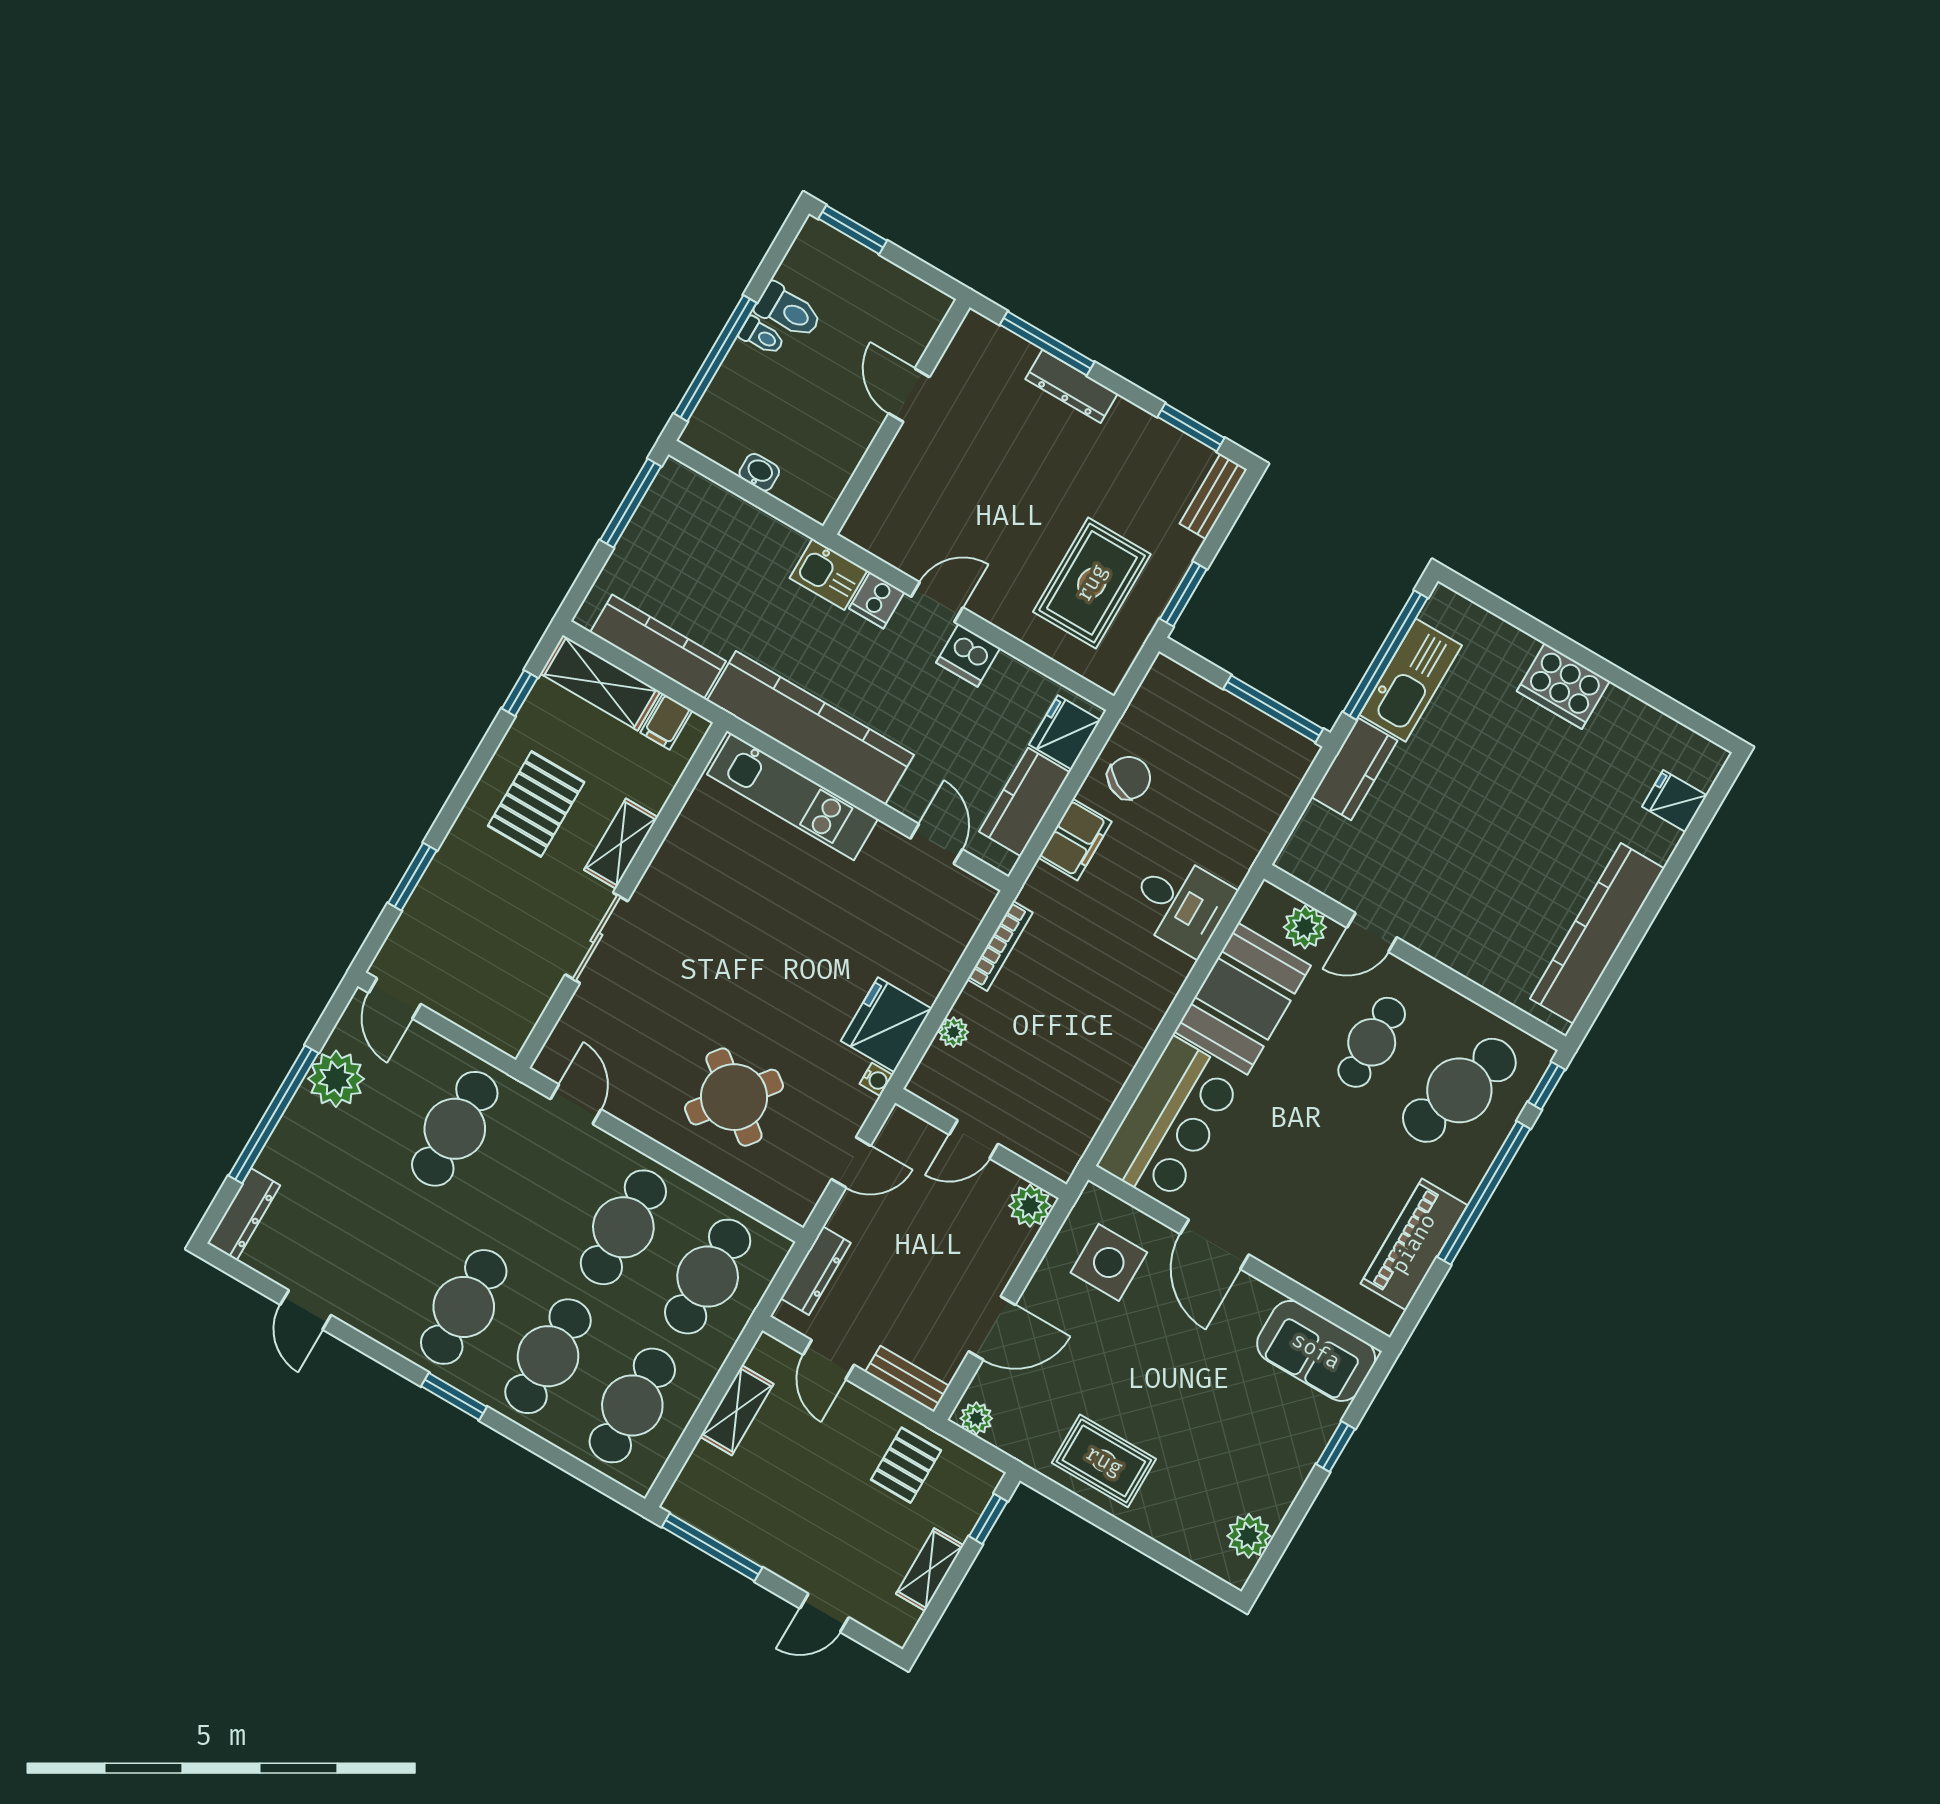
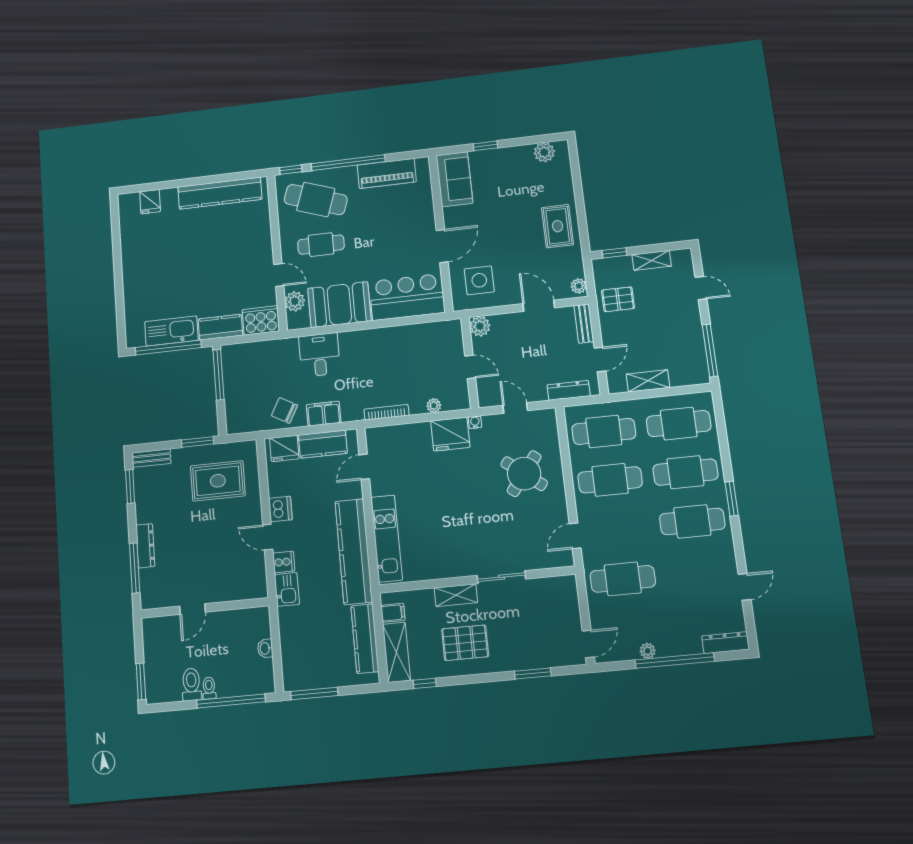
cooker: (1563, 686) -> (261, 320), moved, turned -90
plant: (336, 1079) -> (648, 651), width x0.53, depth x0.53

